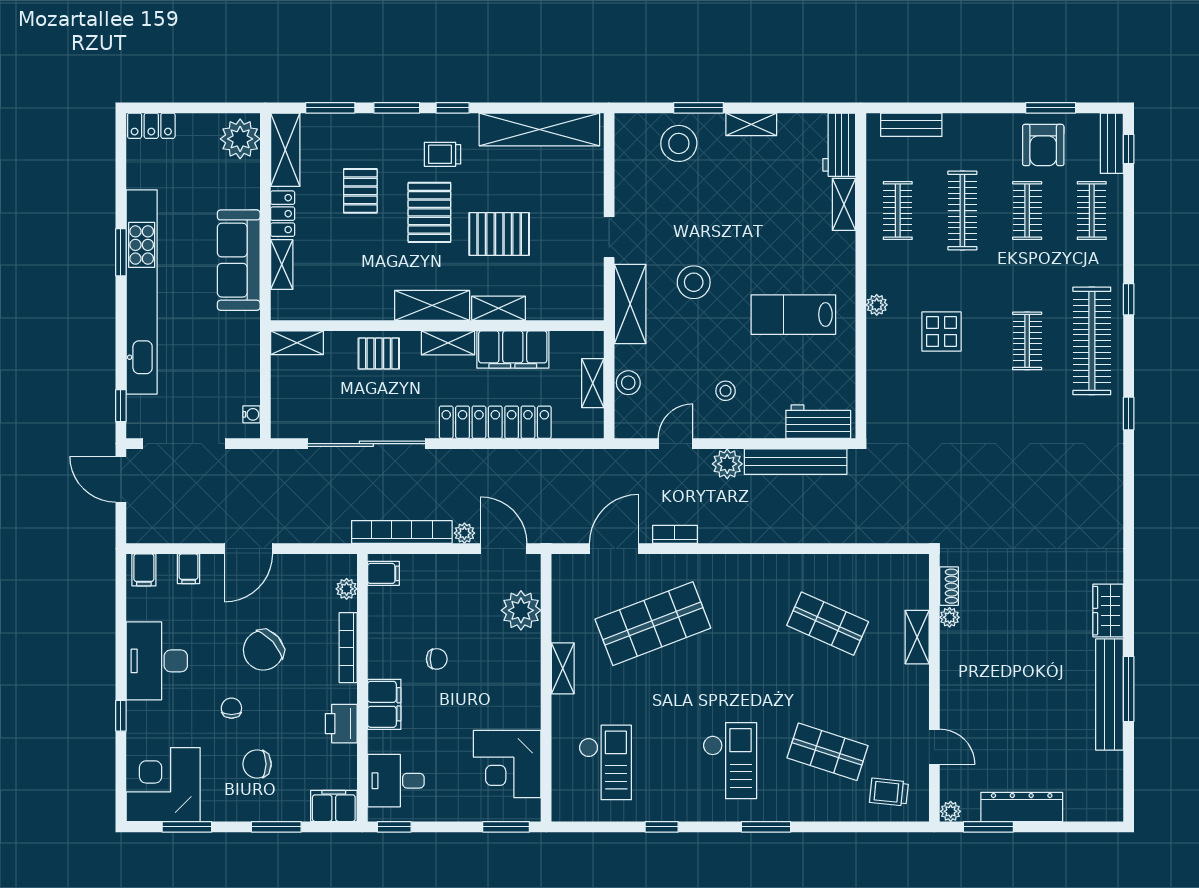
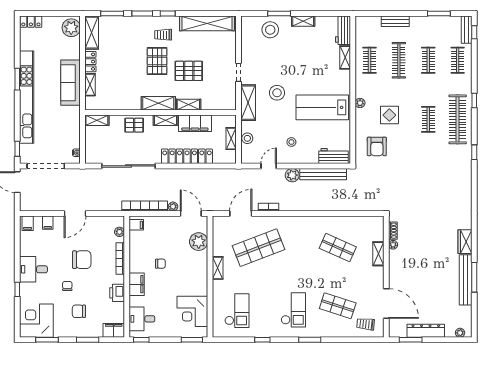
bench: (911, 125) -> (395, 21), moved
armchair: (1043, 145) -> (377, 146), moved
pallet: (360, 191) -> (126, 51), removed
lab bench: (793, 315) -> (322, 107), width x1.36, depth x1.39
chair: (263, 650) -> (82, 260), turned -138
desk: (157, 661) -> (33, 269), width x0.73
door: (934, 747) -> (386, 303), width x1.87
plant: (951, 811) -> (460, 333), moved

